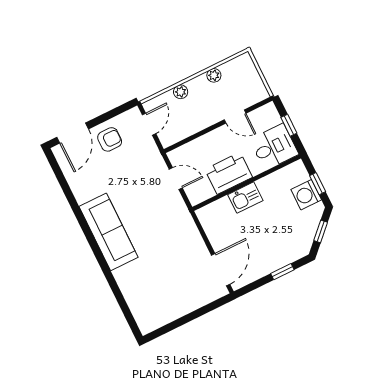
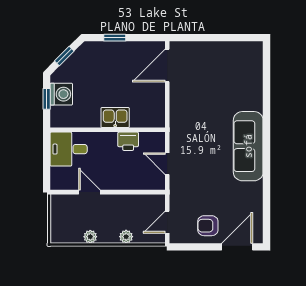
window: (289, 125) -> (47, 162), removed
printer: (229, 173) -> (128, 141), width x0.53, depth x0.68

